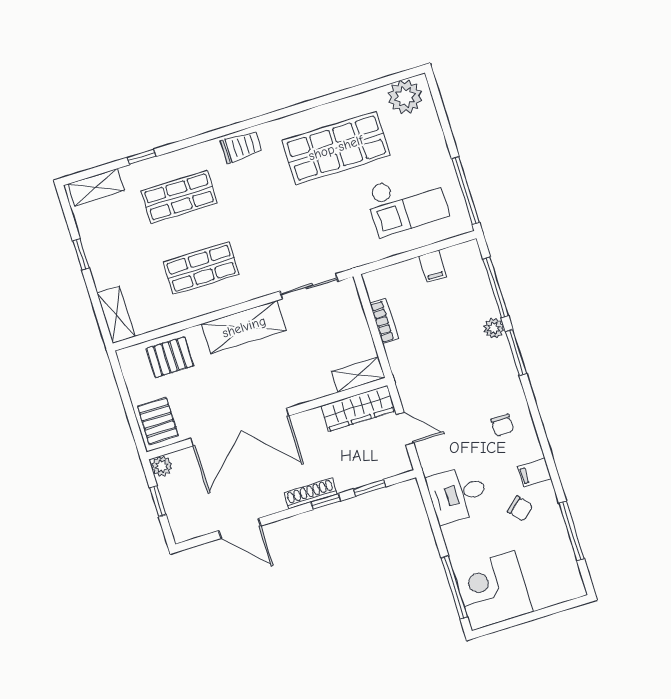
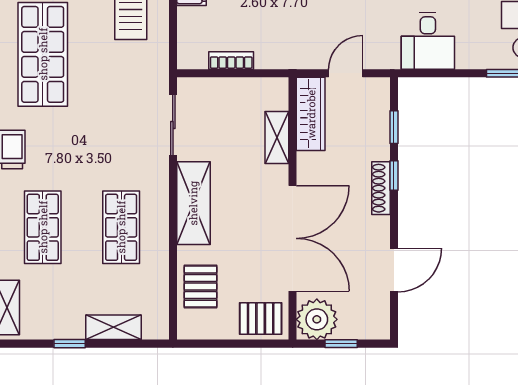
shelving: (116, 315) -> (113, 327), moved
shelving: (358, 375) -> (277, 137), moved
plant: (162, 466) -> (317, 319), width x1.87, depth x1.87

